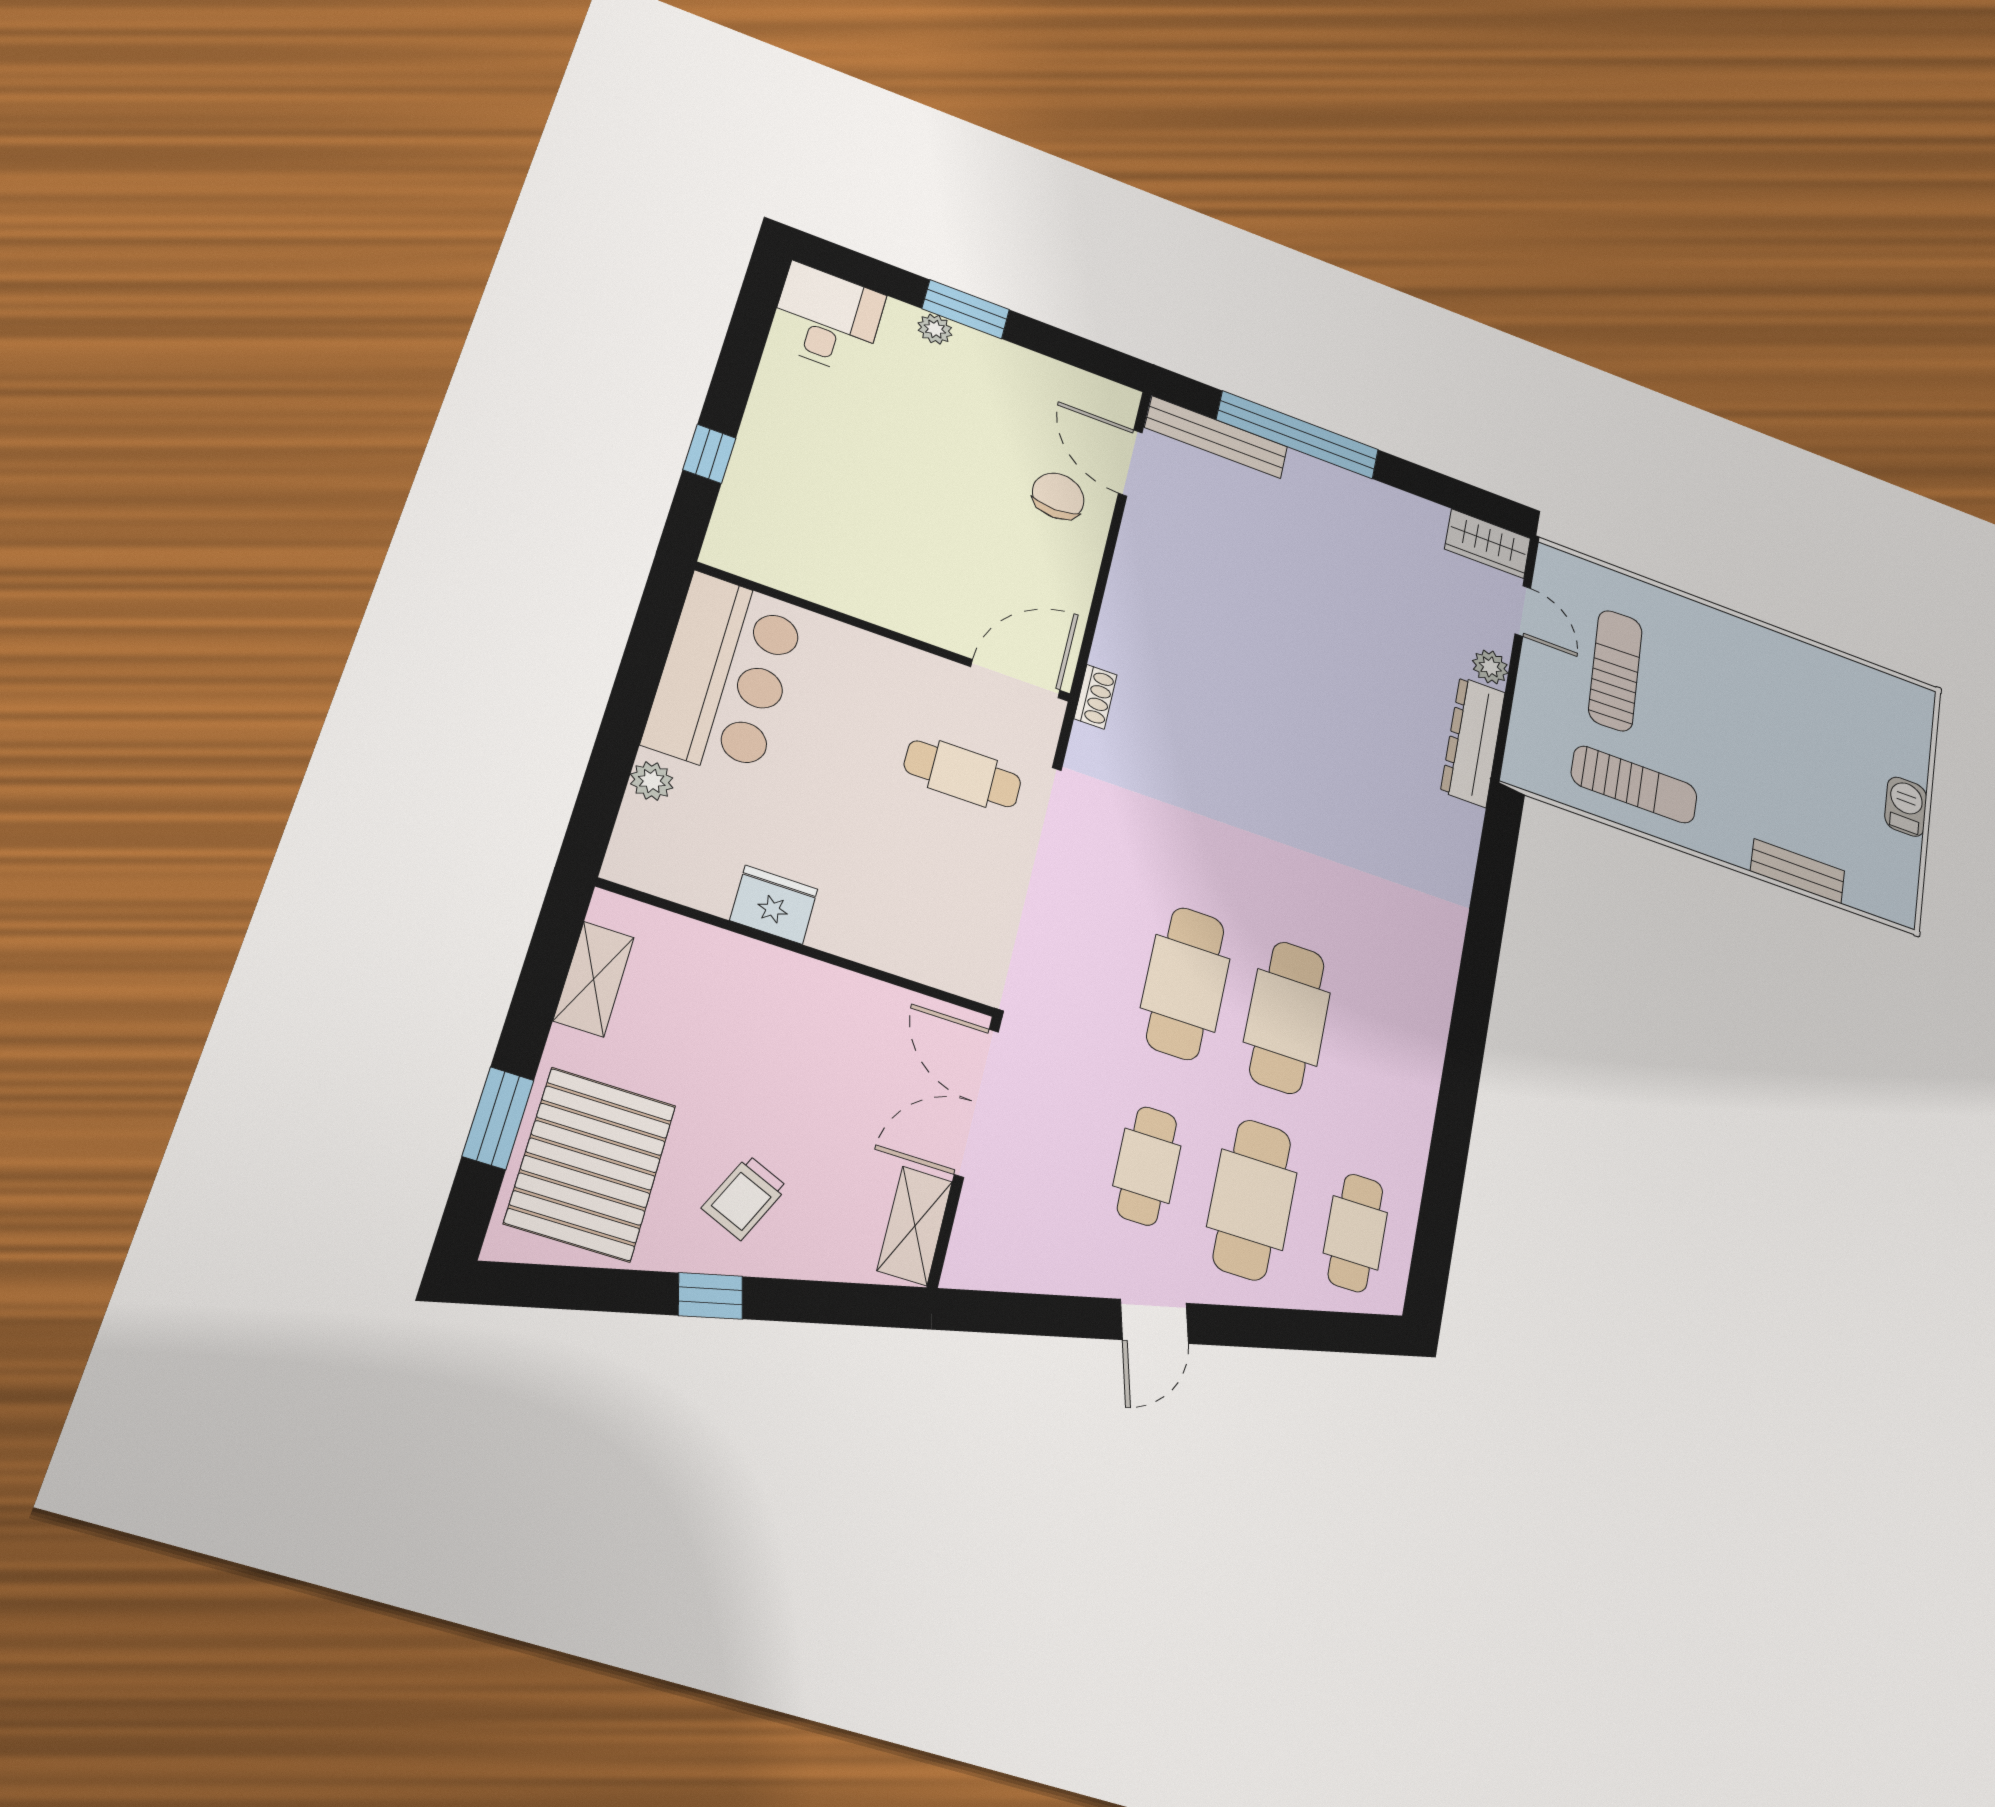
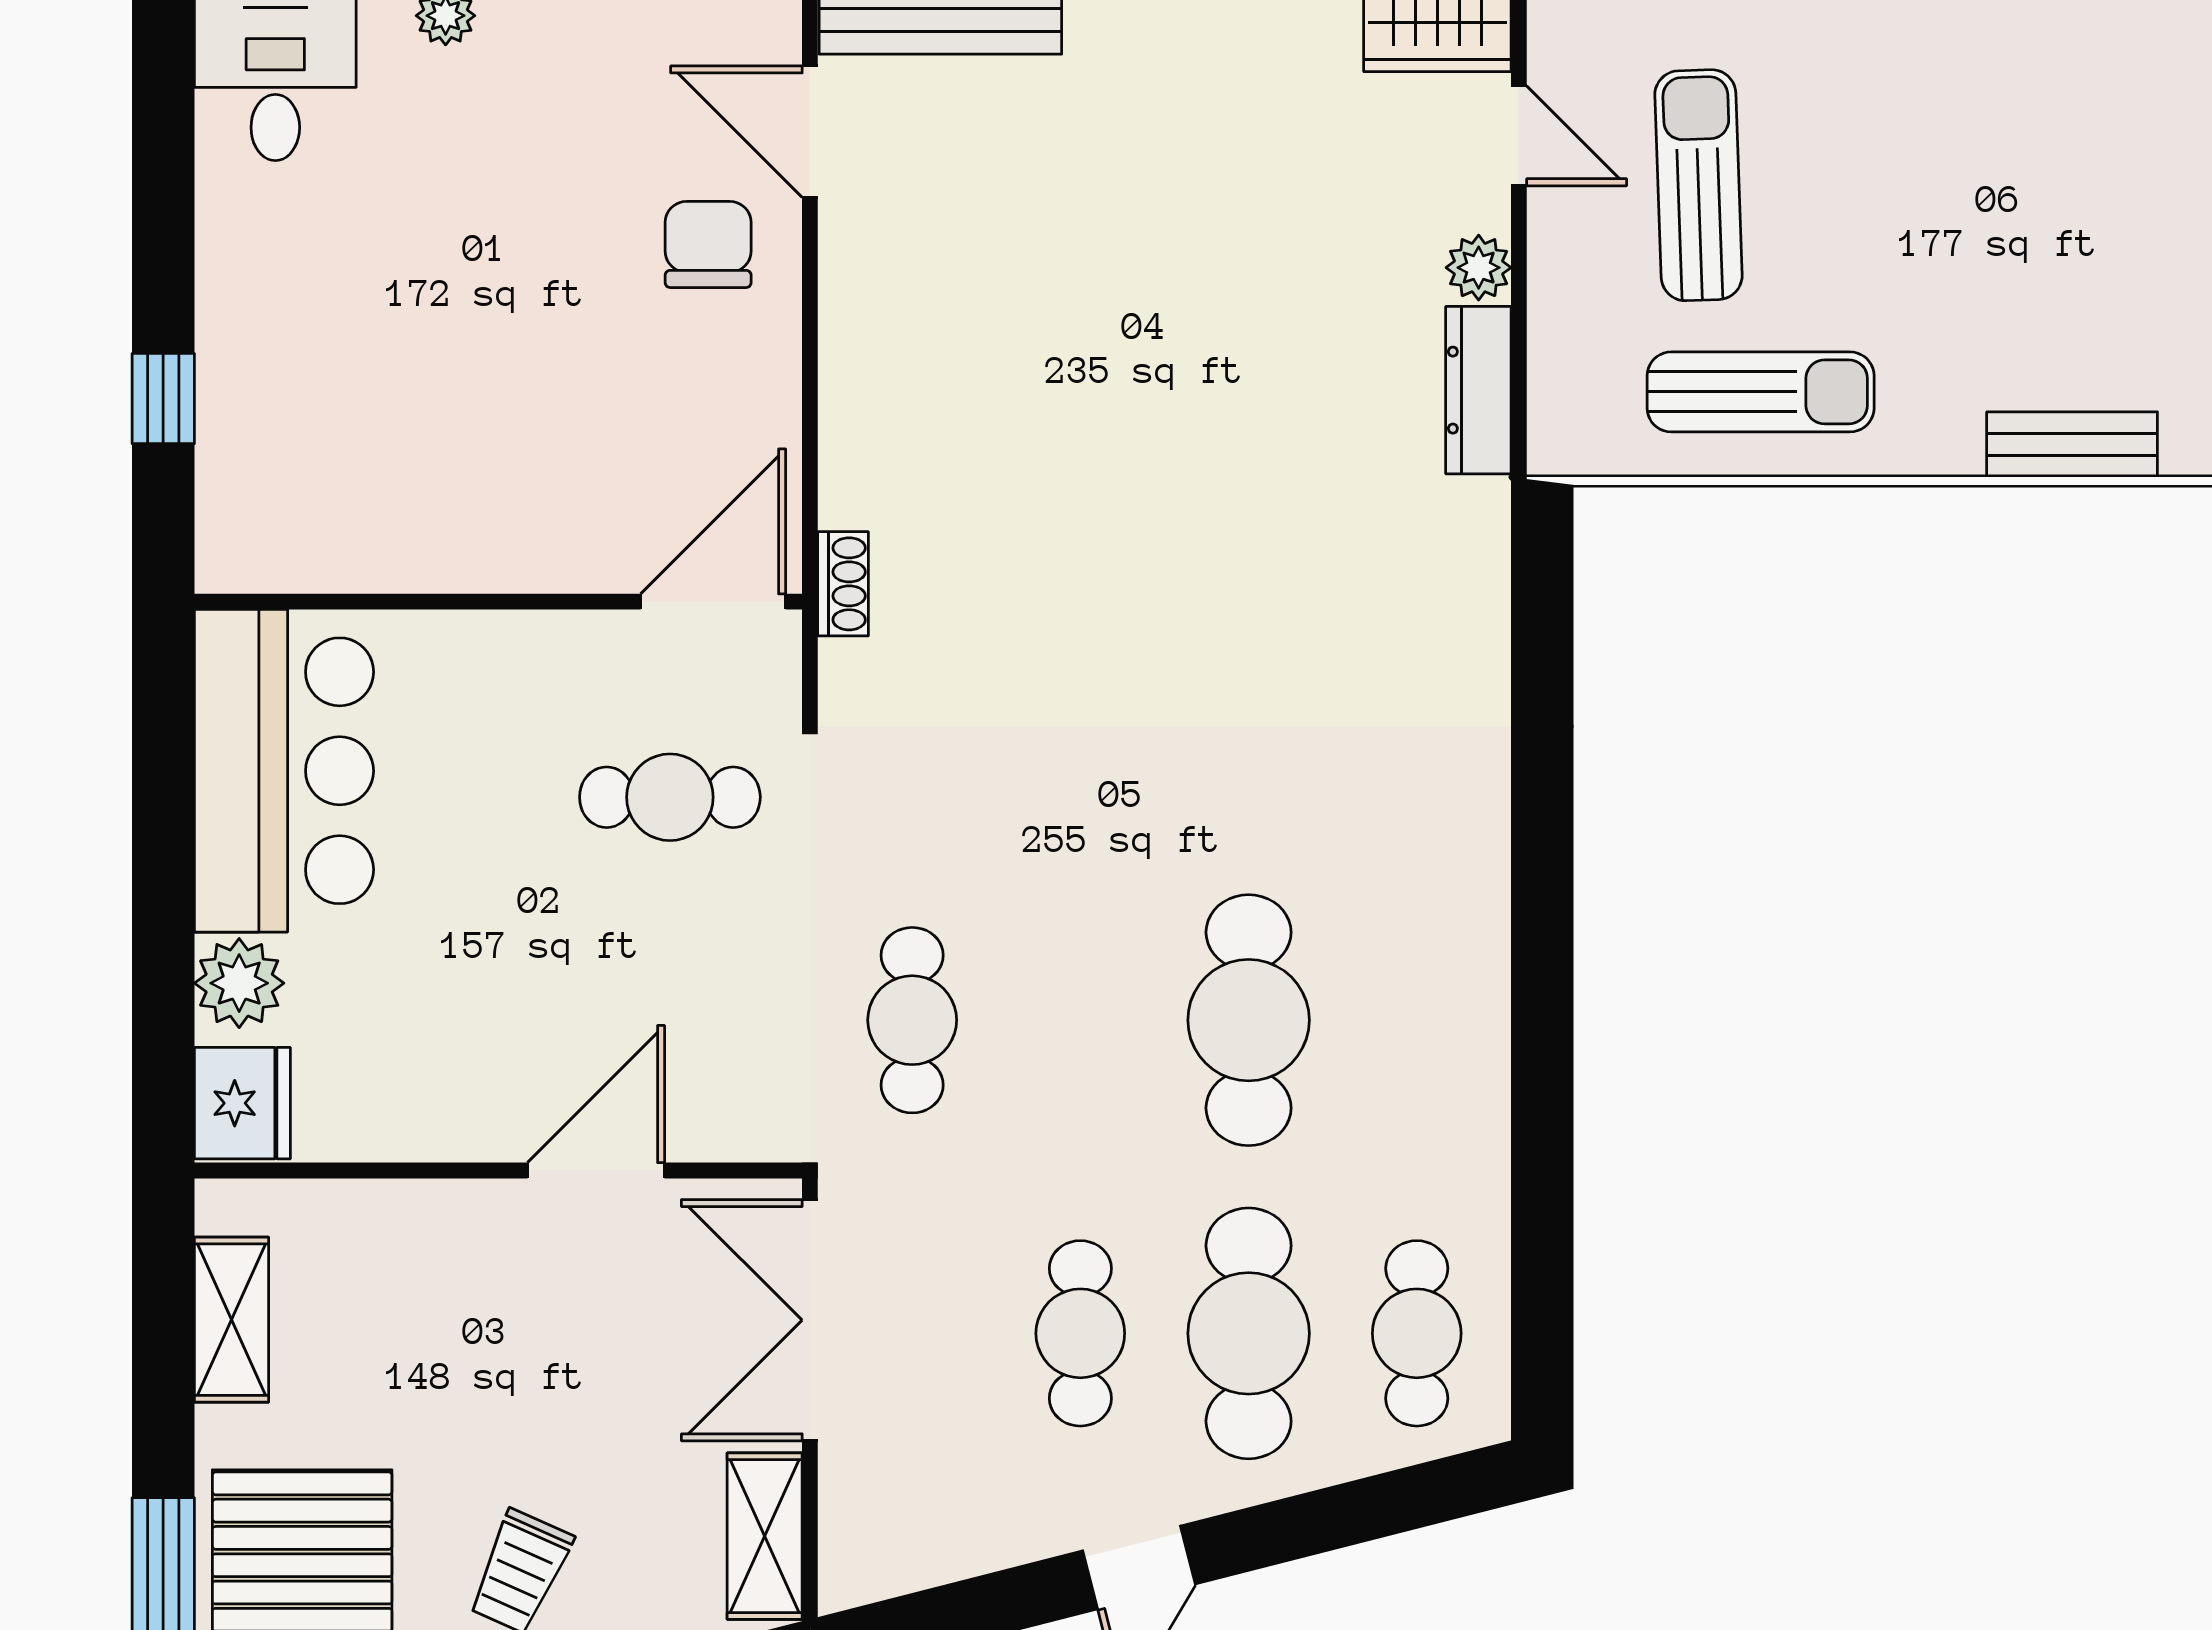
dresser: (1473, 742) -> (1478, 390), width x0.73, depth x0.80
plant: (652, 781) -> (239, 983), width x1.38, depth x1.38
fridge: (774, 905) -> (242, 1103), moved, turned 90
door: (861, 969) -> (596, 1170), added
cafe table: (1185, 983) -> (912, 1020), moved, width x0.73, depth x0.74

